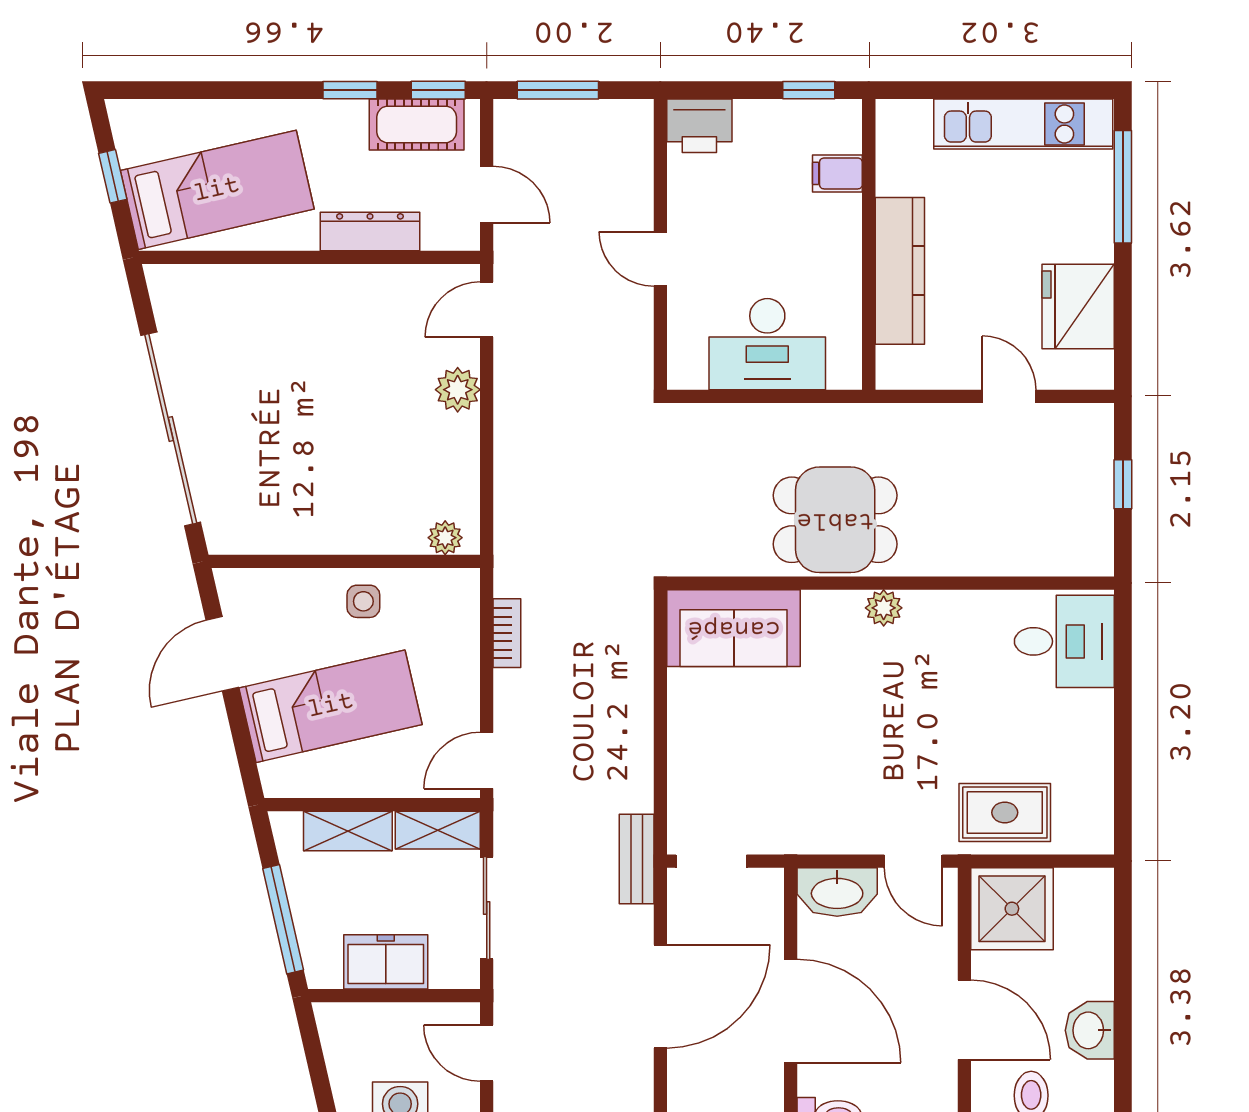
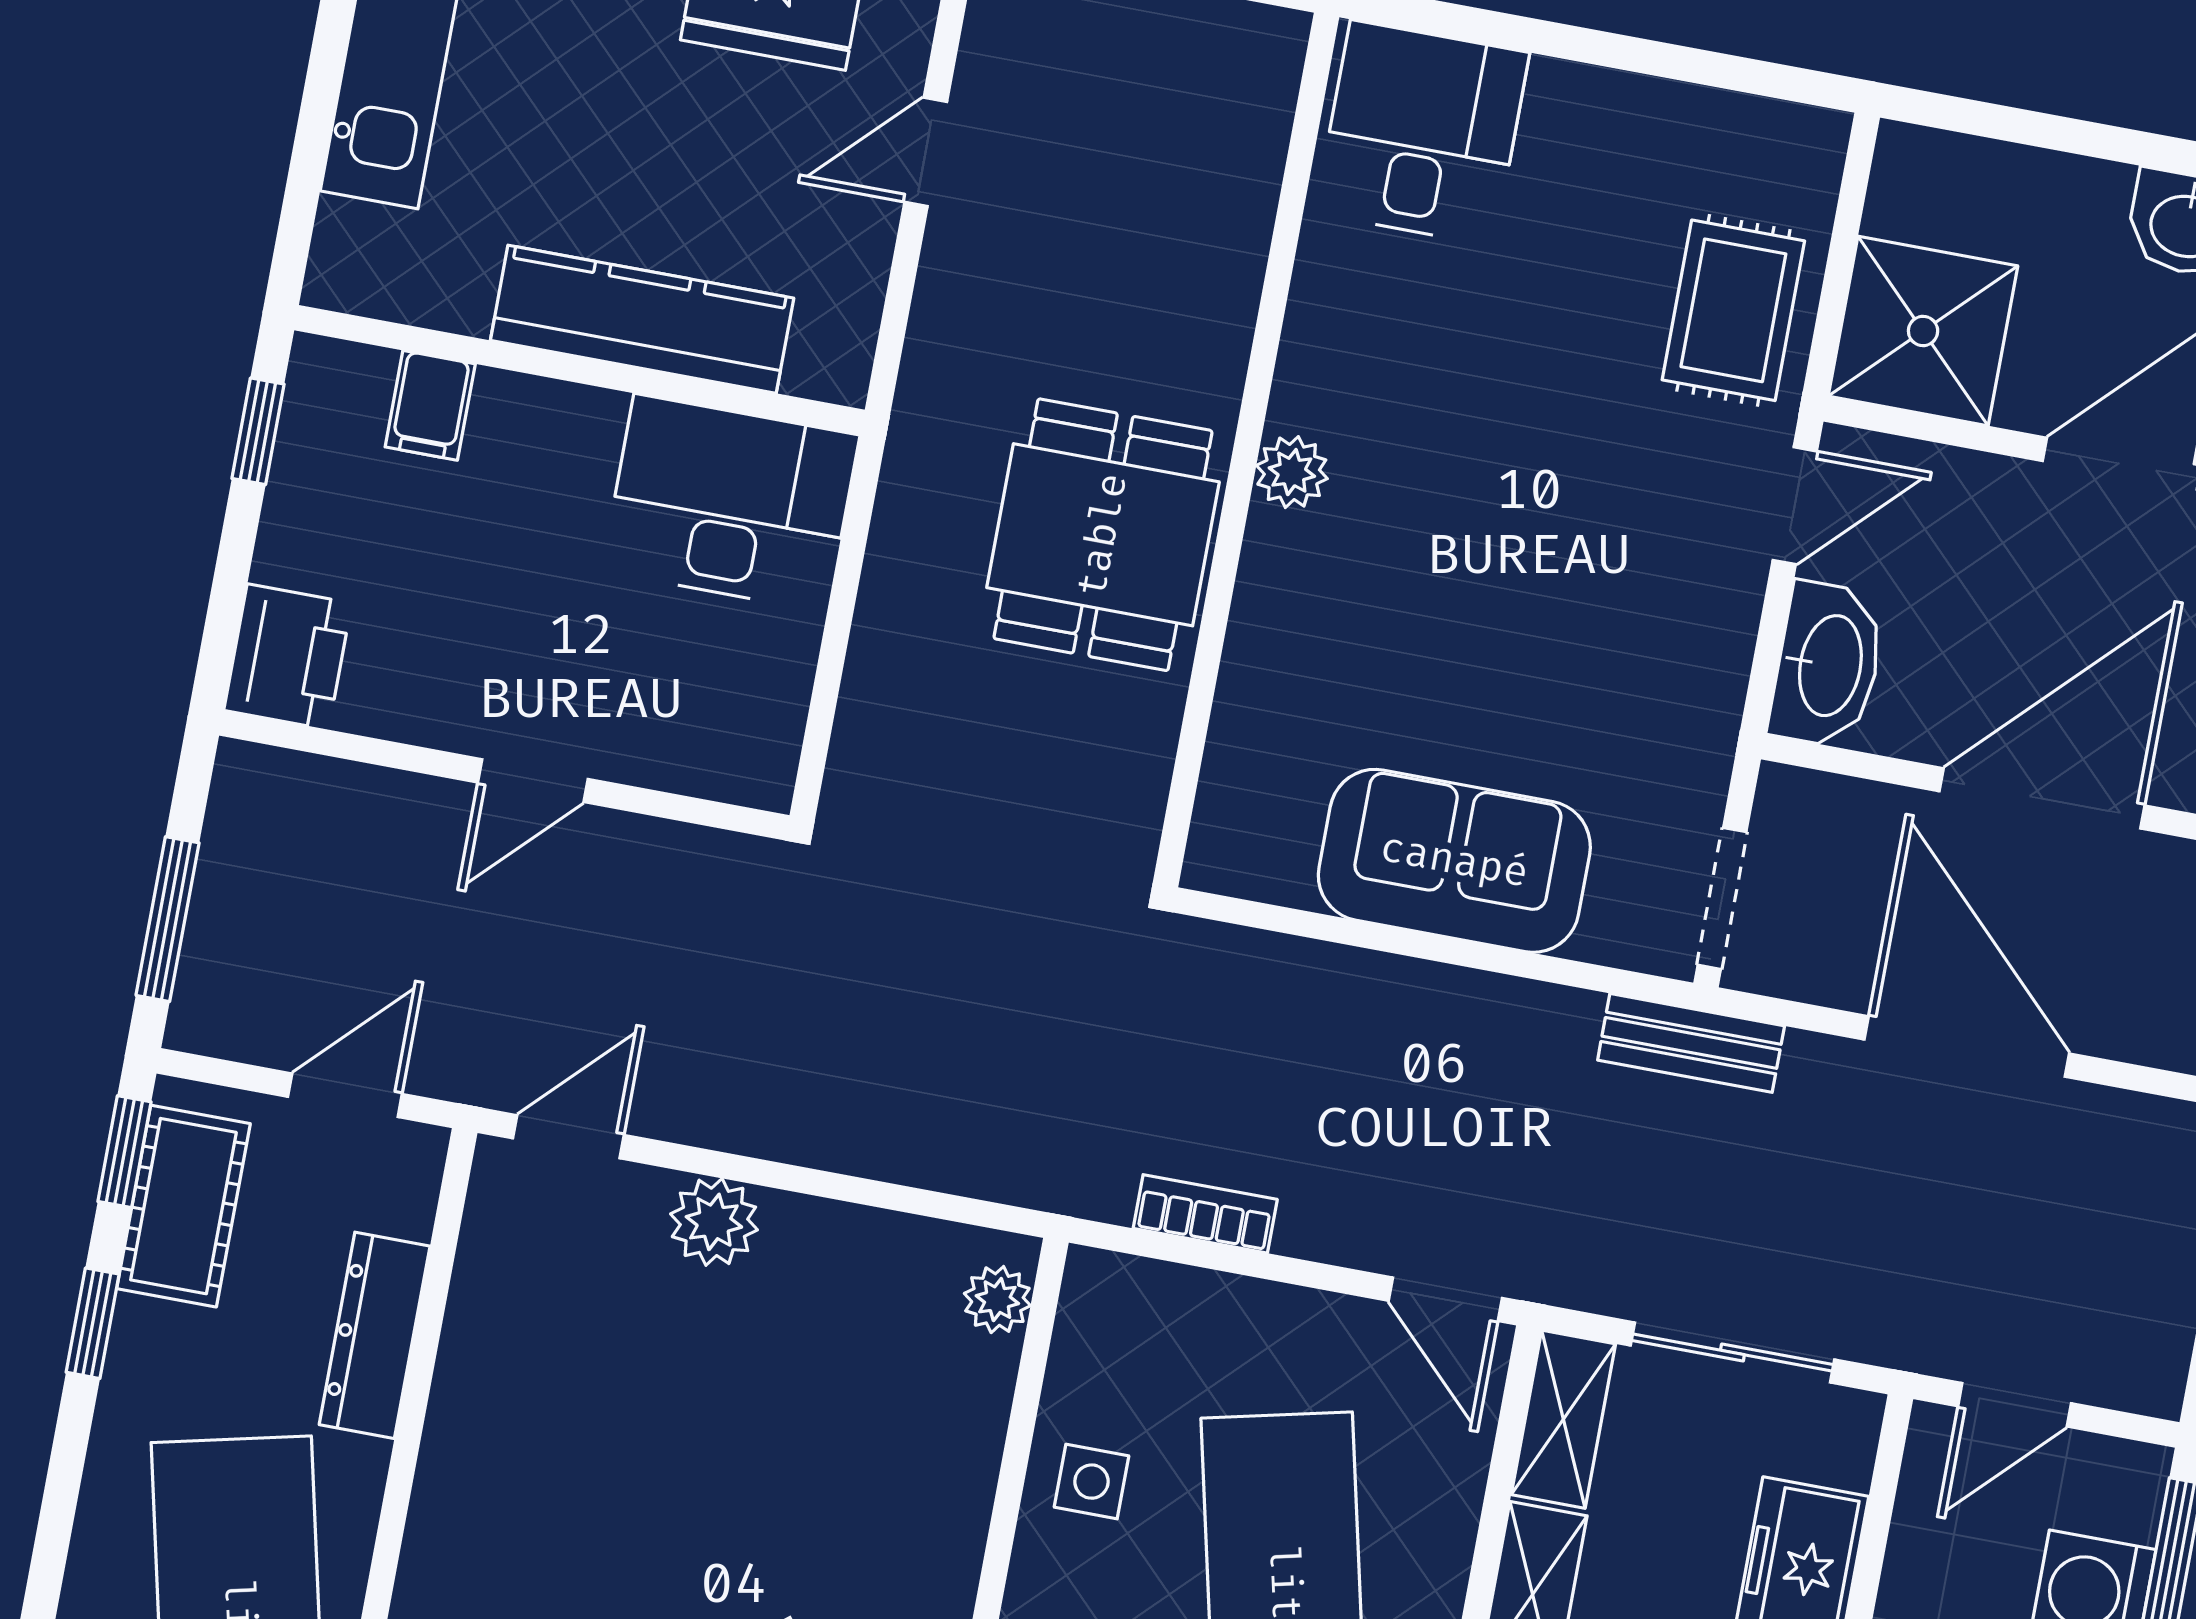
door: (487, 309) -> (568, 1137), swing flipped
desk: (767, 344) -> (731, 503), moved, turned -90
sofa: (734, 628) -> (1454, 861), moved, turned -90

